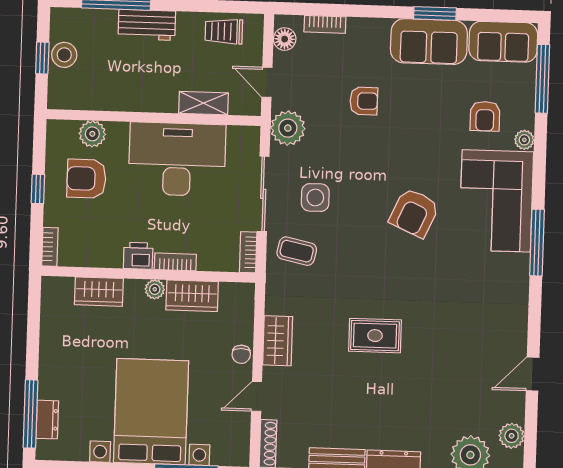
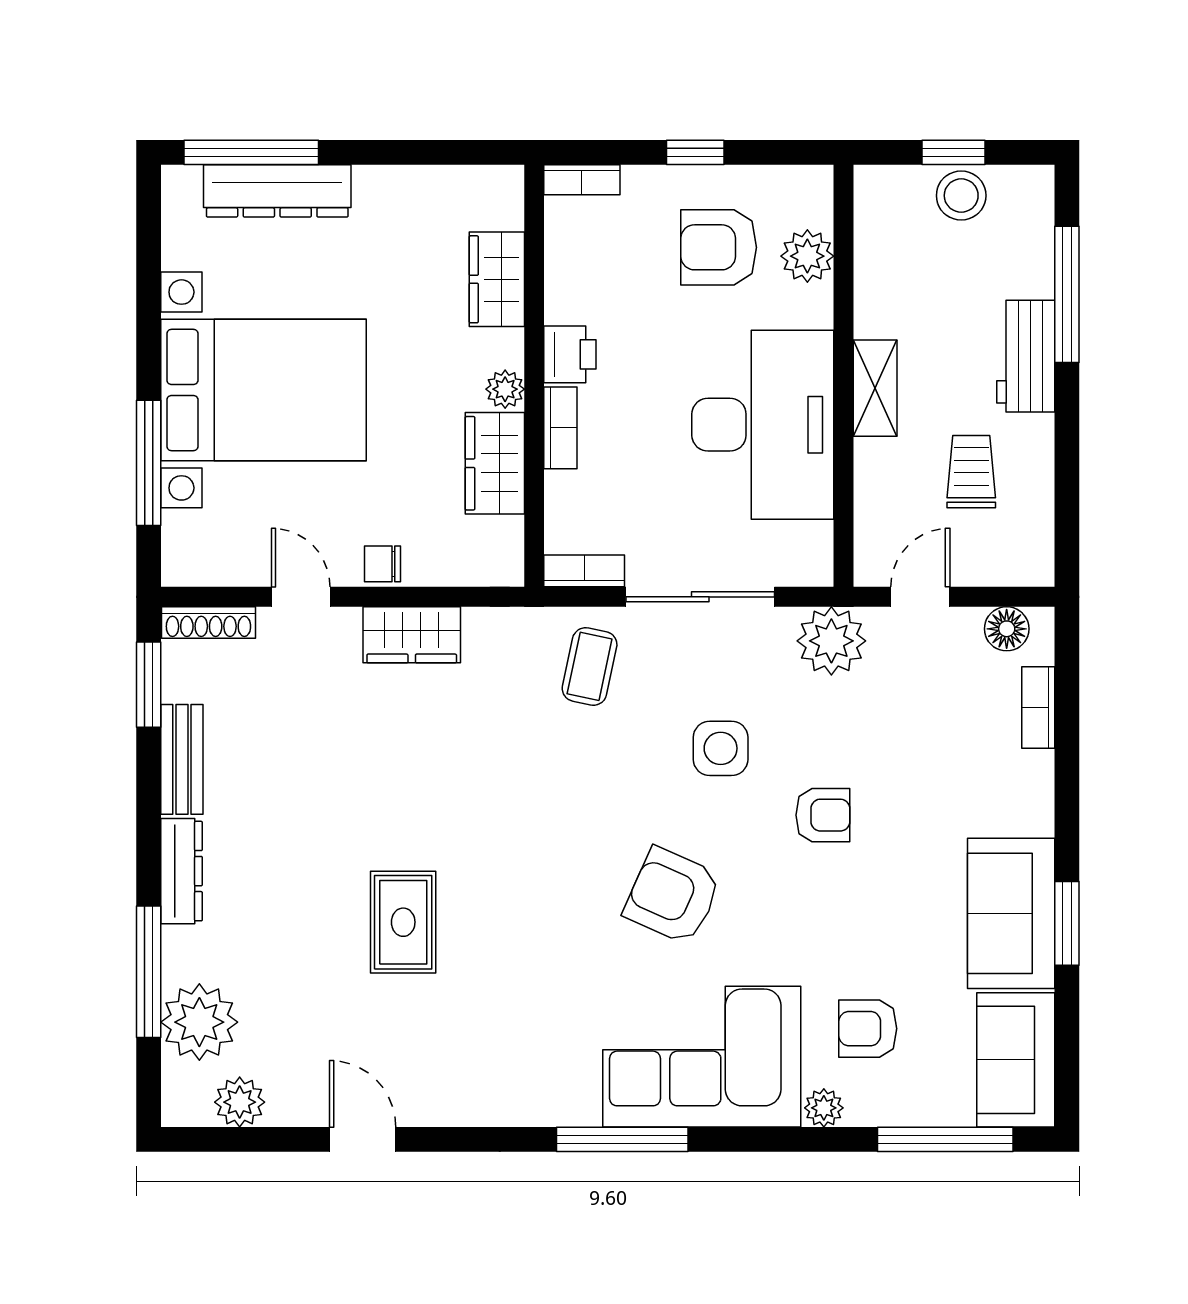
trolley: (224, 31) -> (971, 472), moved
armchair: (364, 101) -> (823, 815), moved, turned -90
shelving: (203, 103) -> (875, 388), moved
armchair: (86, 179) -> (719, 247), turned -90
side table: (315, 198) -> (721, 748), moved
rug: (375, 336) -> (403, 922), moved
dresser: (47, 420) -> (277, 191), width x1.96, depth x1.24

